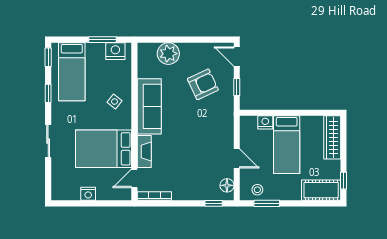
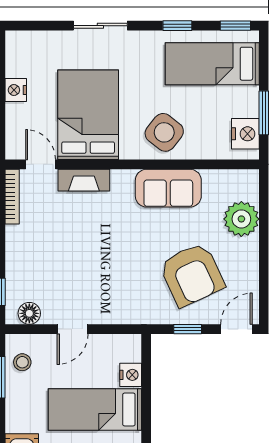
armchair: (203, 84) -> (192, 275), width x1.36, depth x1.36
side table: (114, 102) -> (164, 132), width x1.87, depth x1.87
sofa: (149, 106) -> (168, 188), width x0.73

